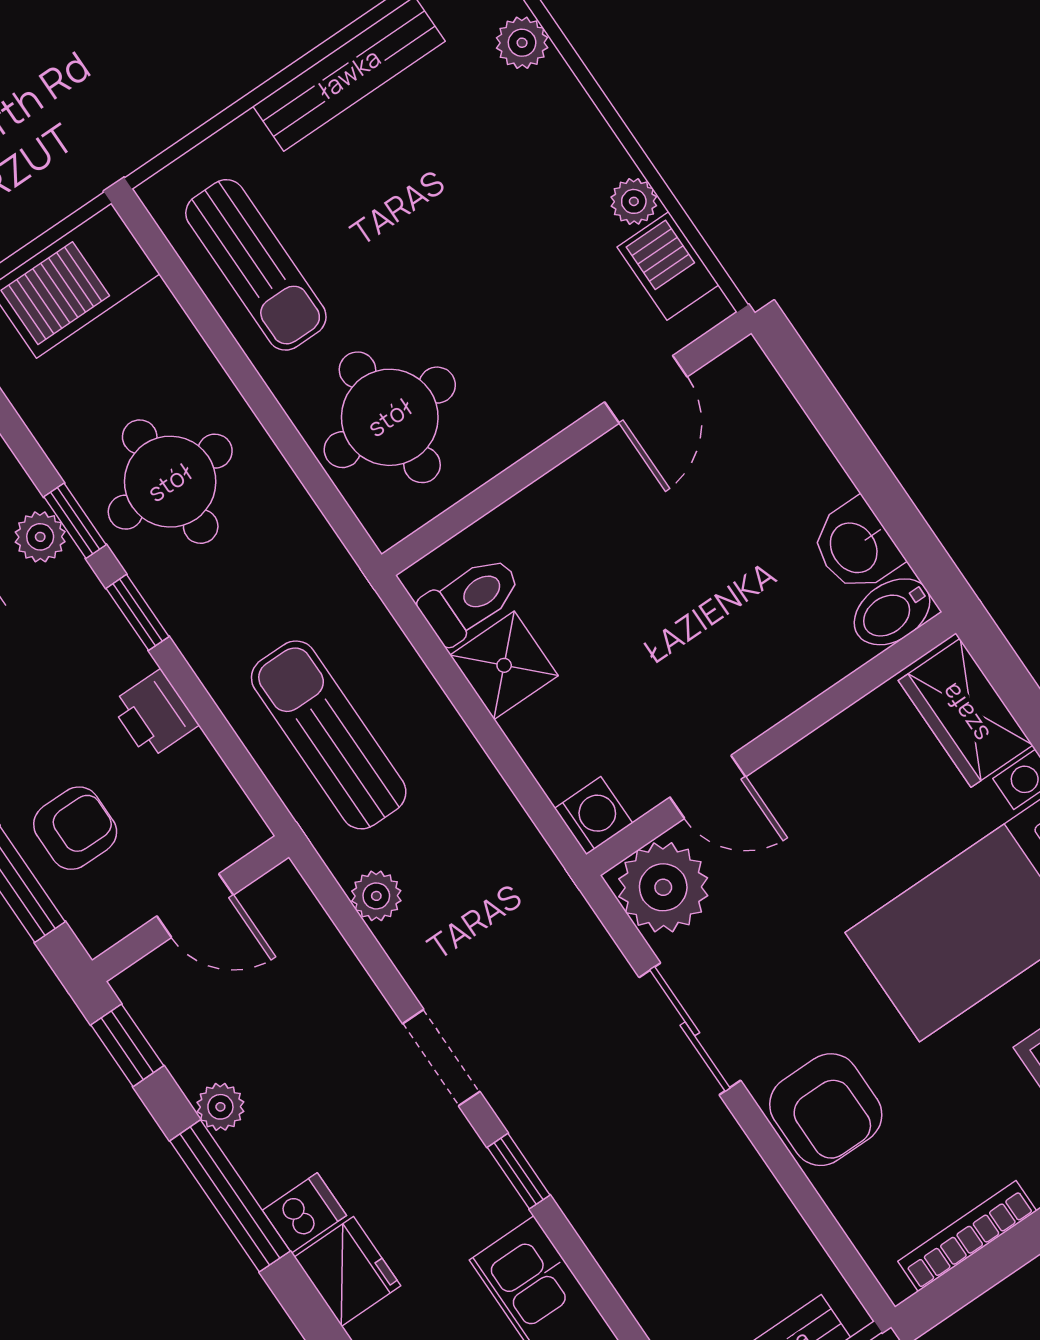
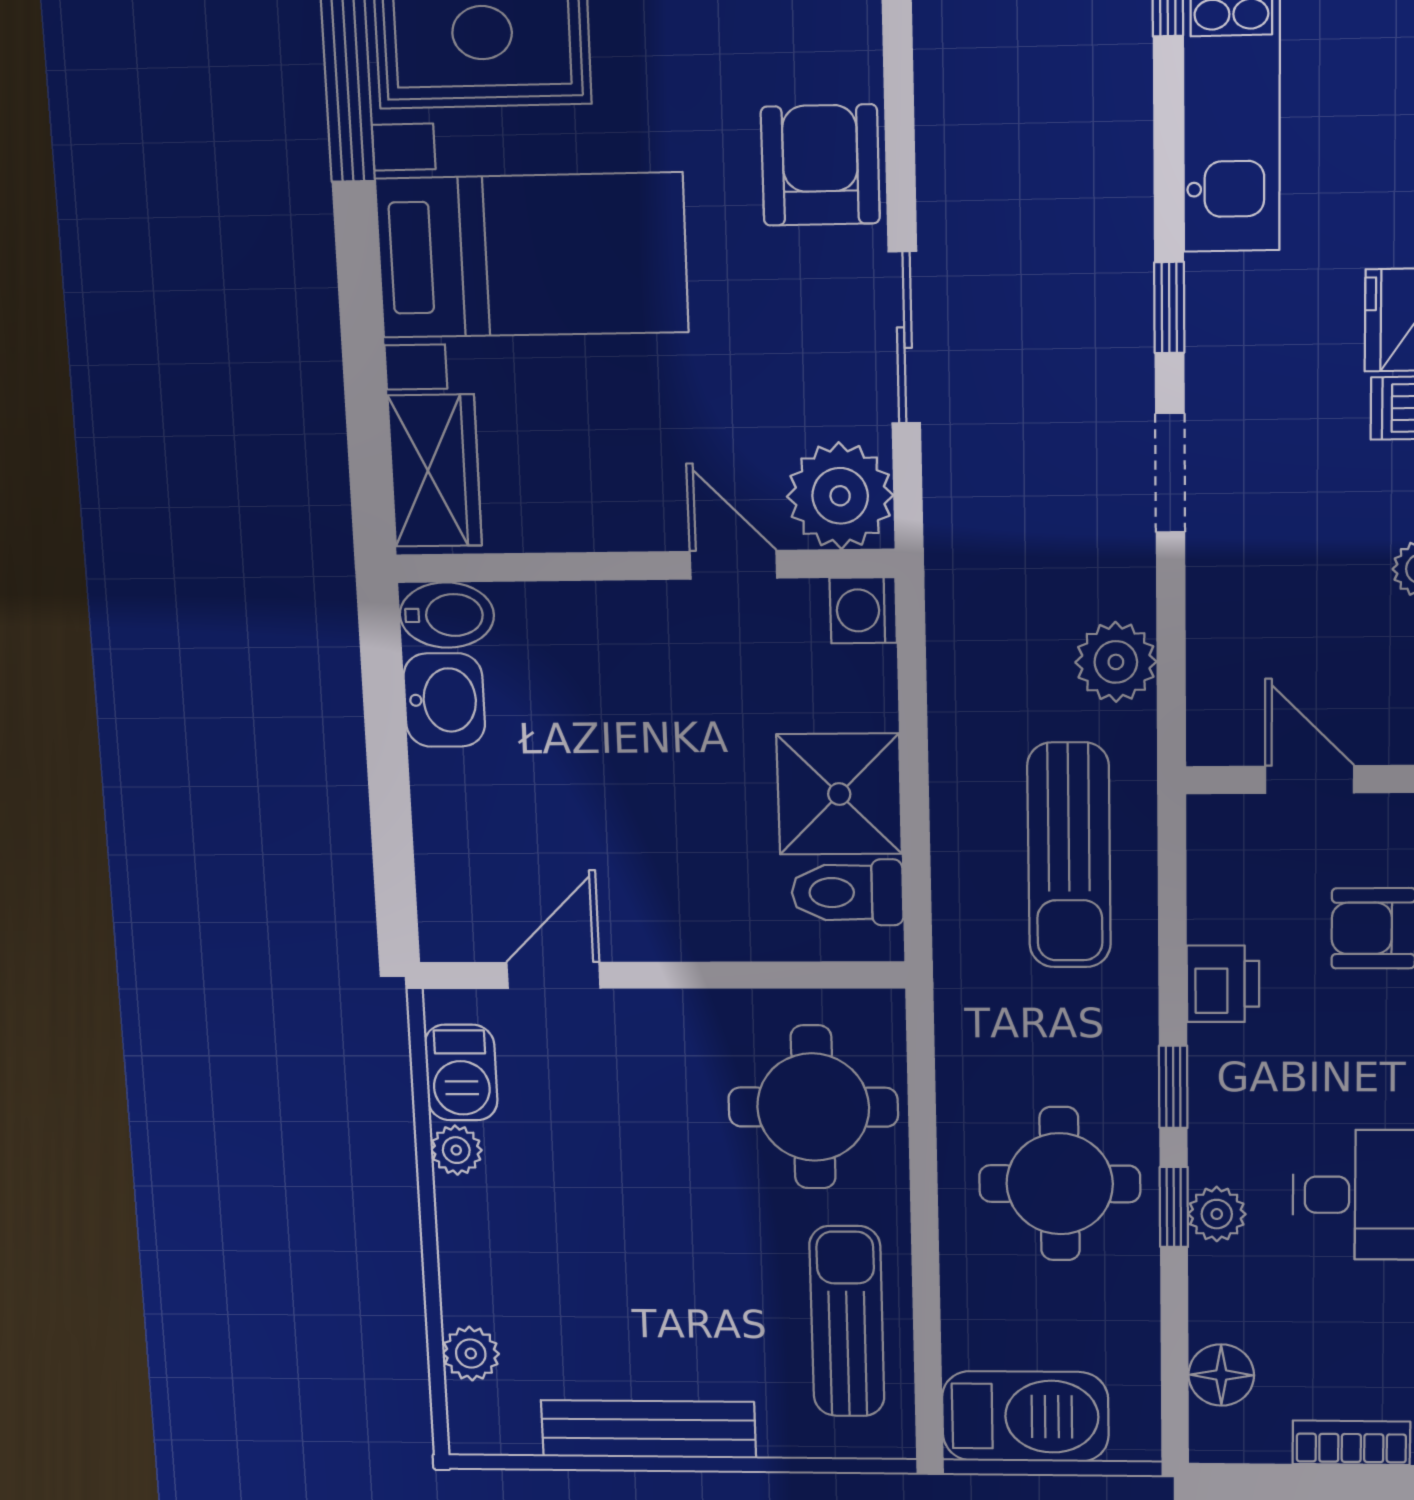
shower: (504, 665) -> (839, 794), width x1.36, depth x1.36
plant: (376, 896) -> (1116, 662), width x1.38, depth x1.38

